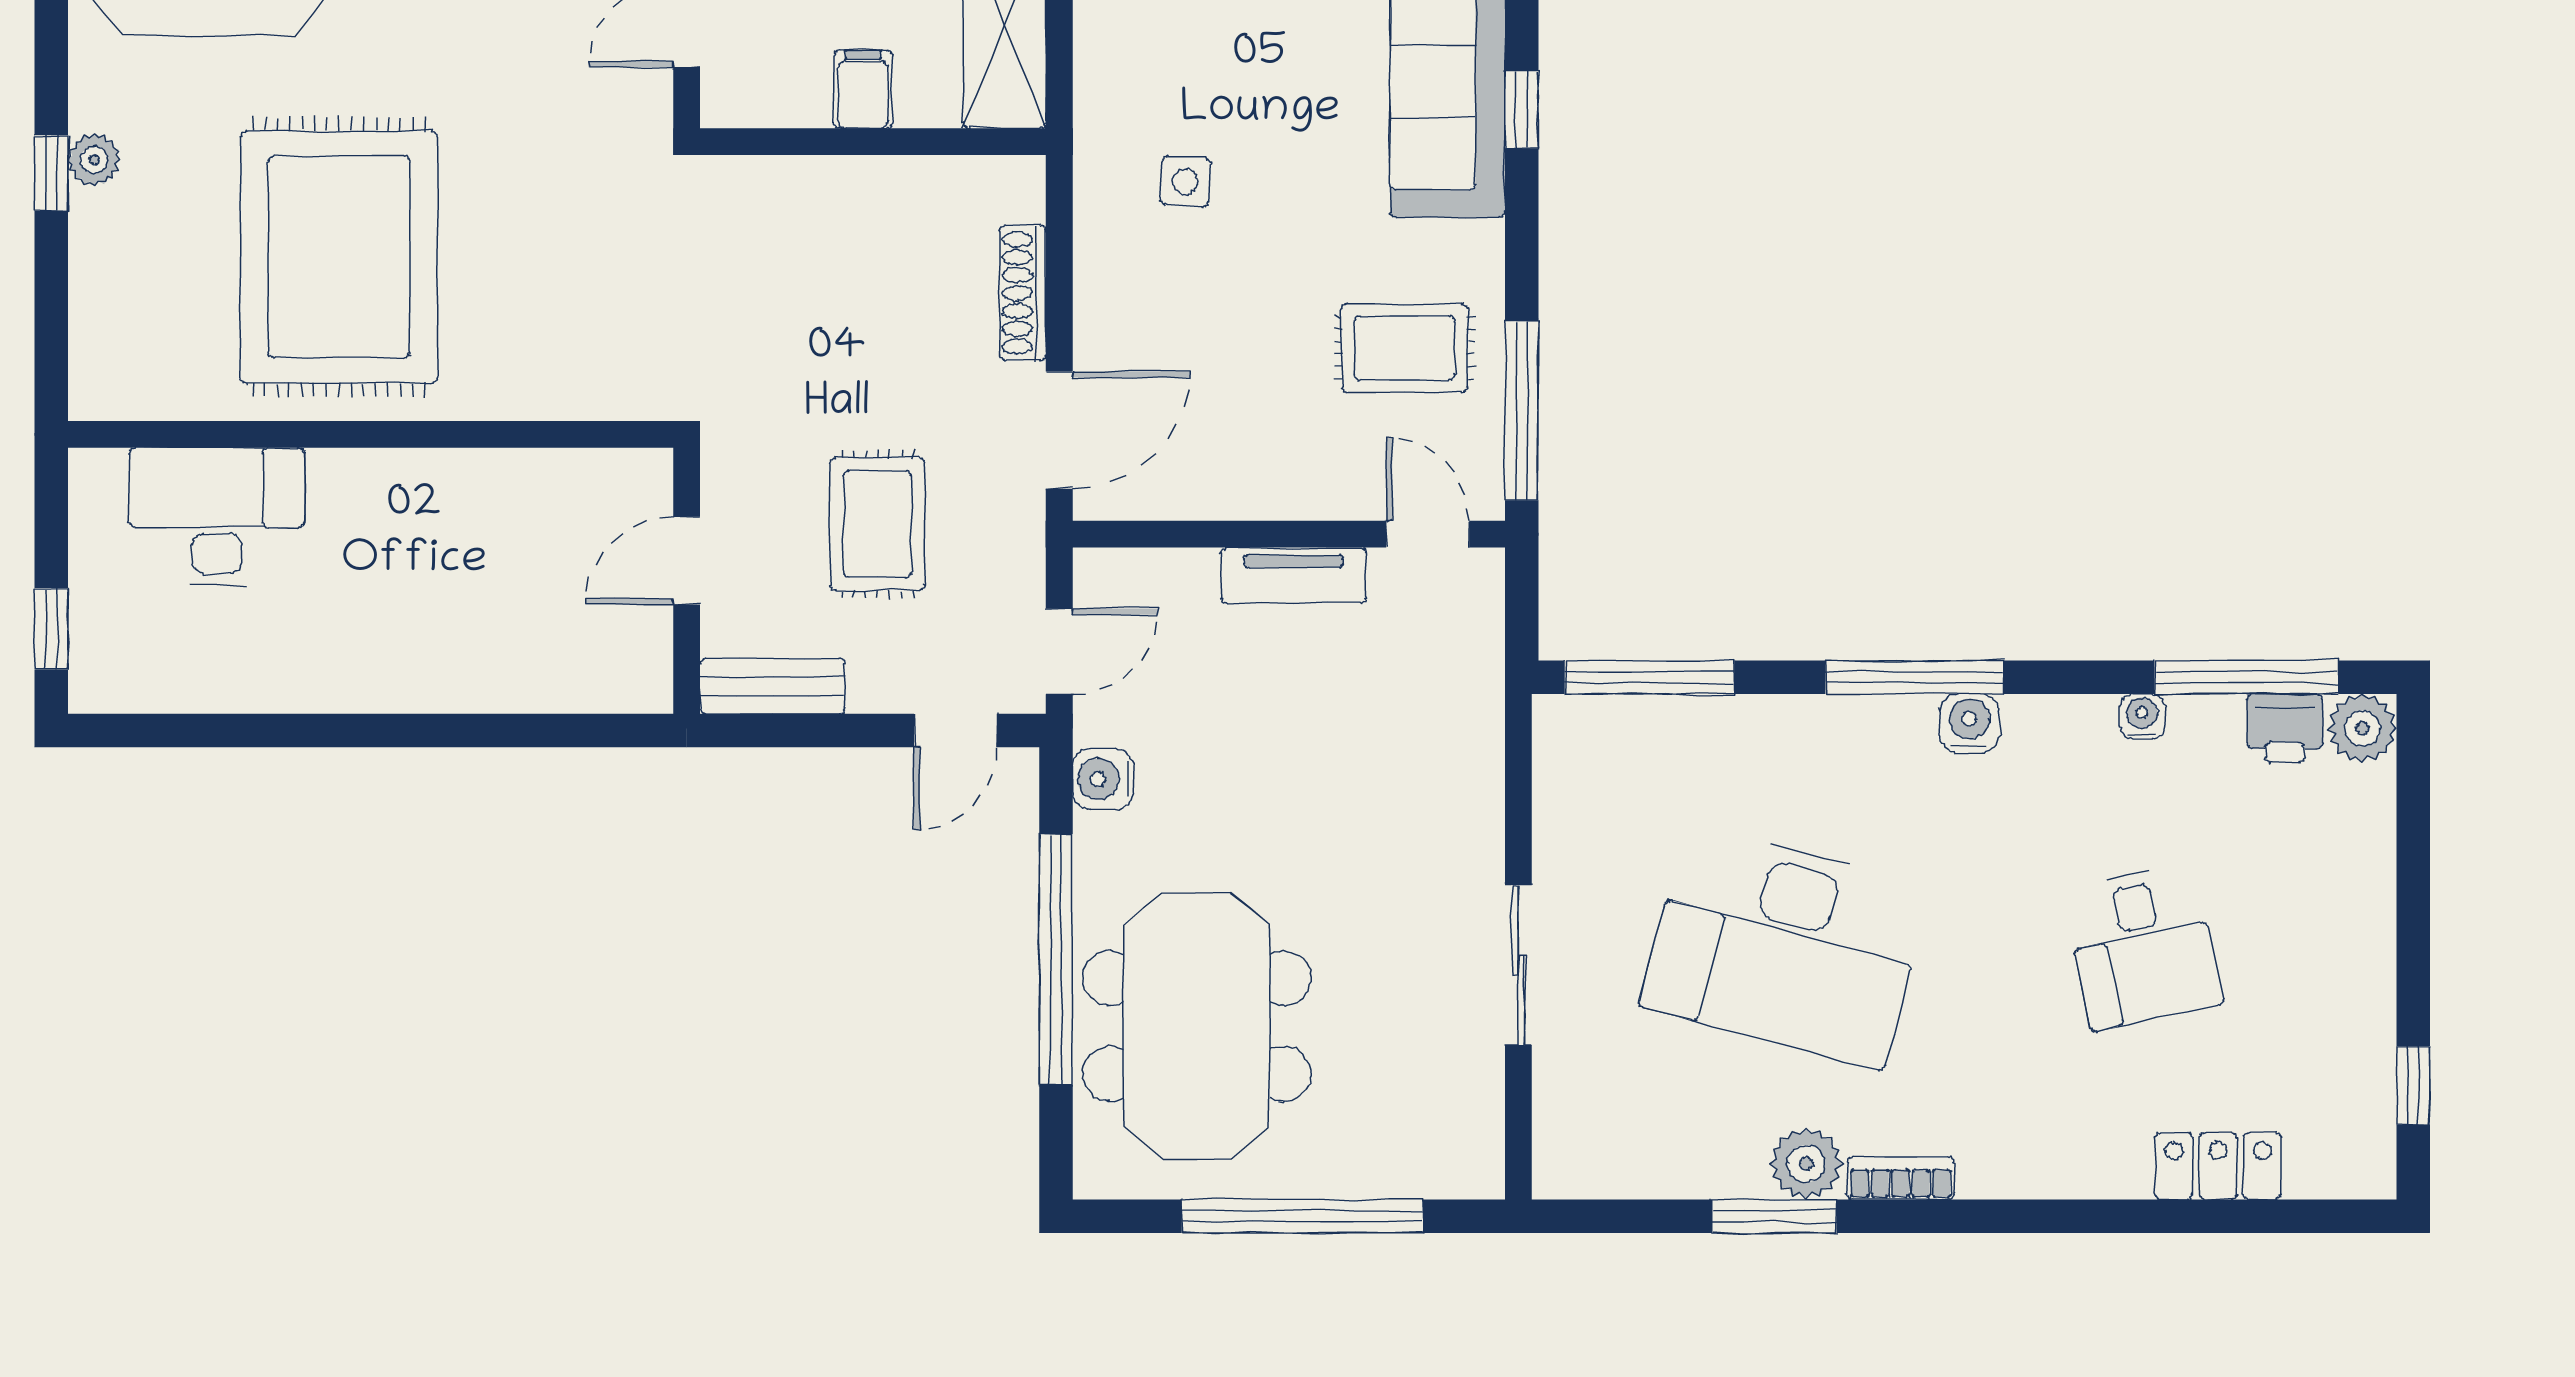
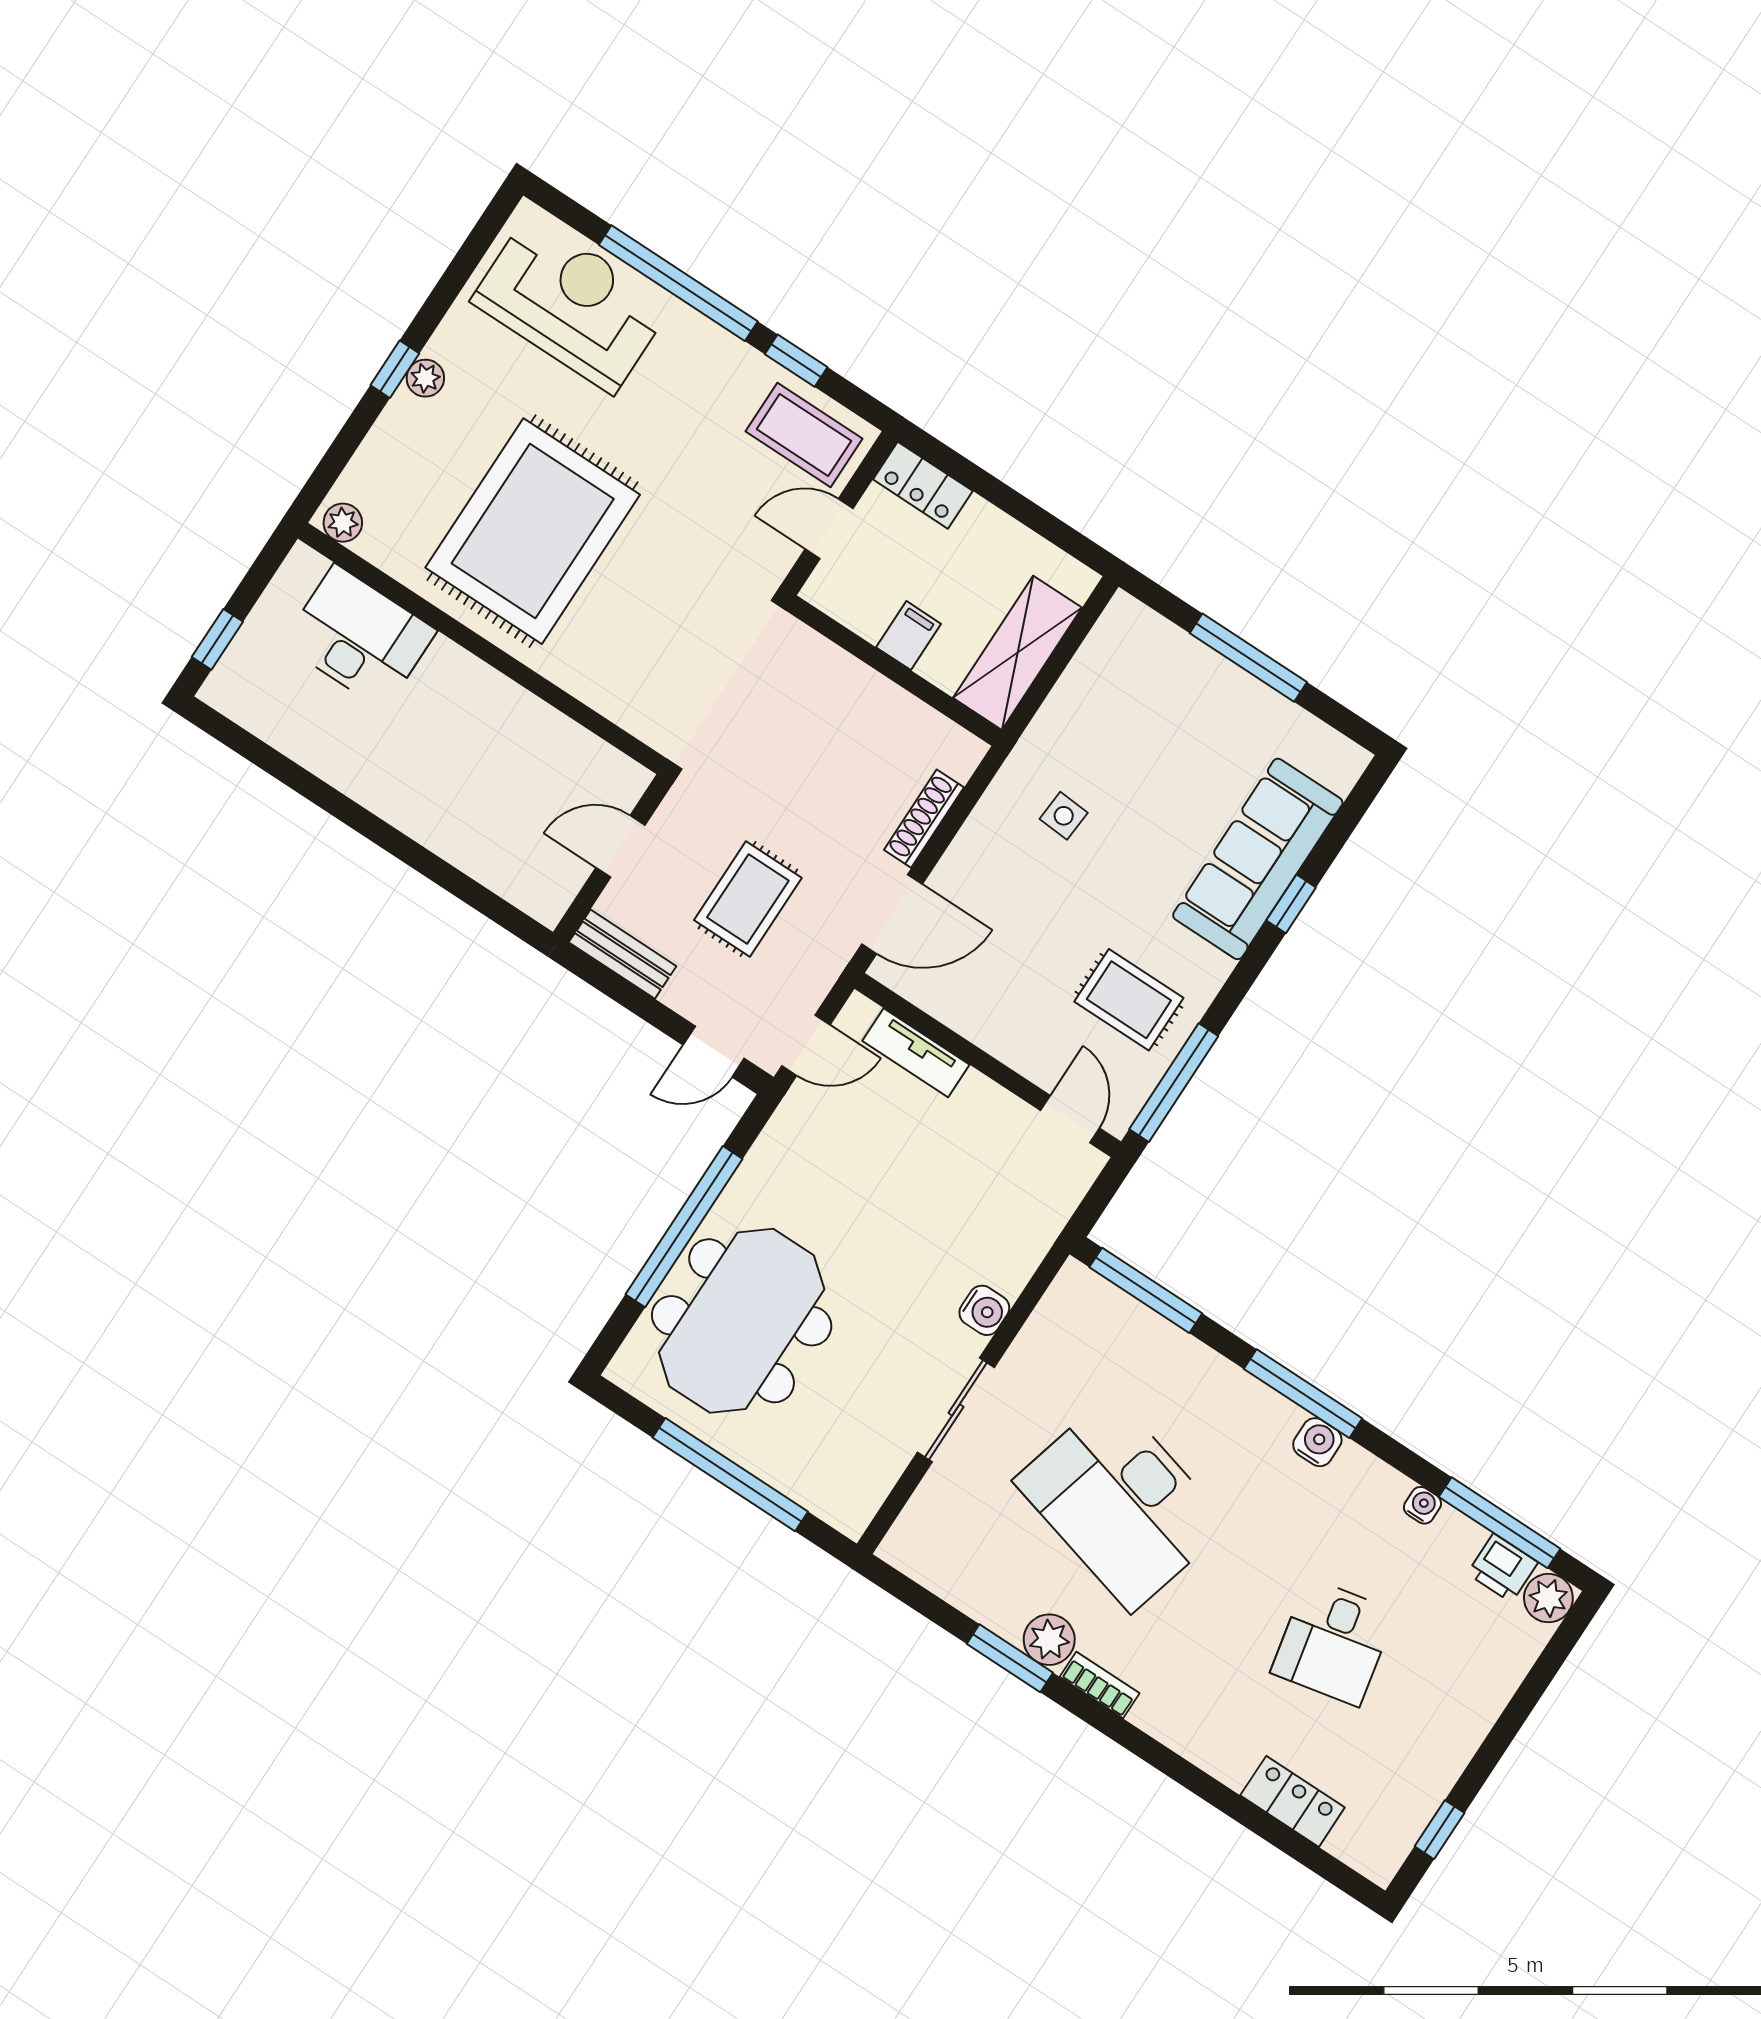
plant: (109, 394) -> (343, 523), added
tv unit: (1294, 575) -> (916, 1053), moved
water cooler: (1103, 779) -> (984, 1310), moved, turned 180

